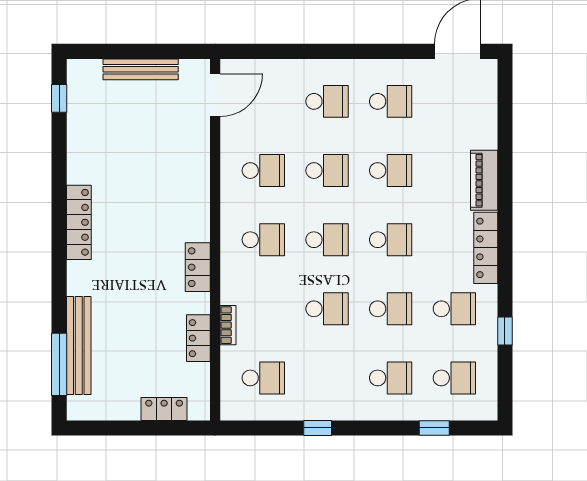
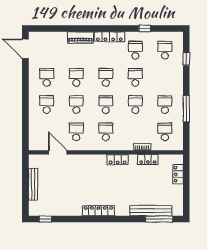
door: (215, 95) -> (58, 152), moved
school desk: (391, 378) -> (165, 105), moved
window: (318, 428) -> (186, 109), width x2.17

